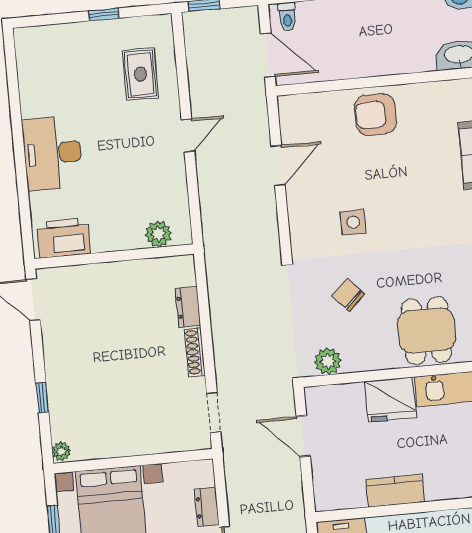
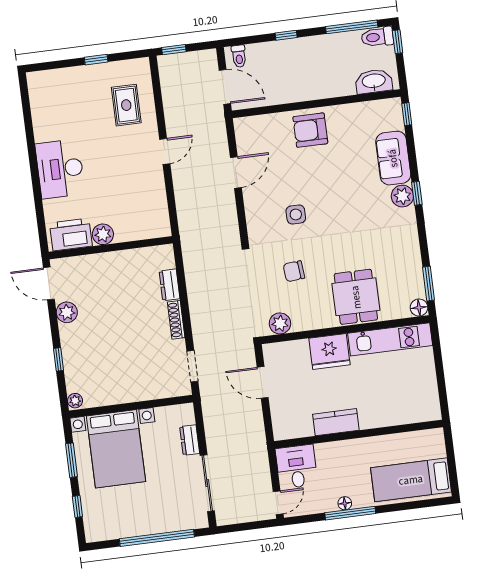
plant: (158, 234) -> (103, 234), moved
chair: (348, 295) -> (294, 271), turned -51
plant: (55, 338) -> (67, 312), added

